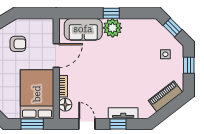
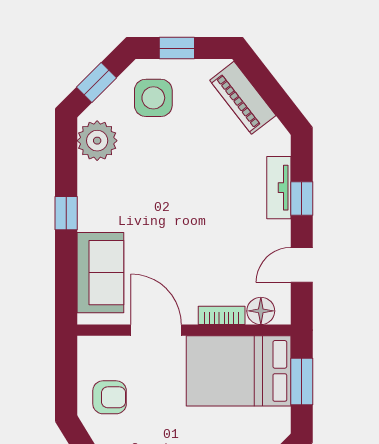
plant: (113, 28) -> (97, 141), moved
armchair: (18, 44) -> (110, 397), moved, turned 90
side table: (165, 54) -> (153, 98), width x1.87, depth x1.87

